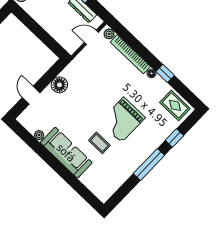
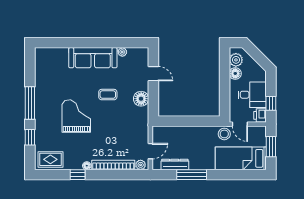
coffee table: (99, 143) -> (108, 95), moved

